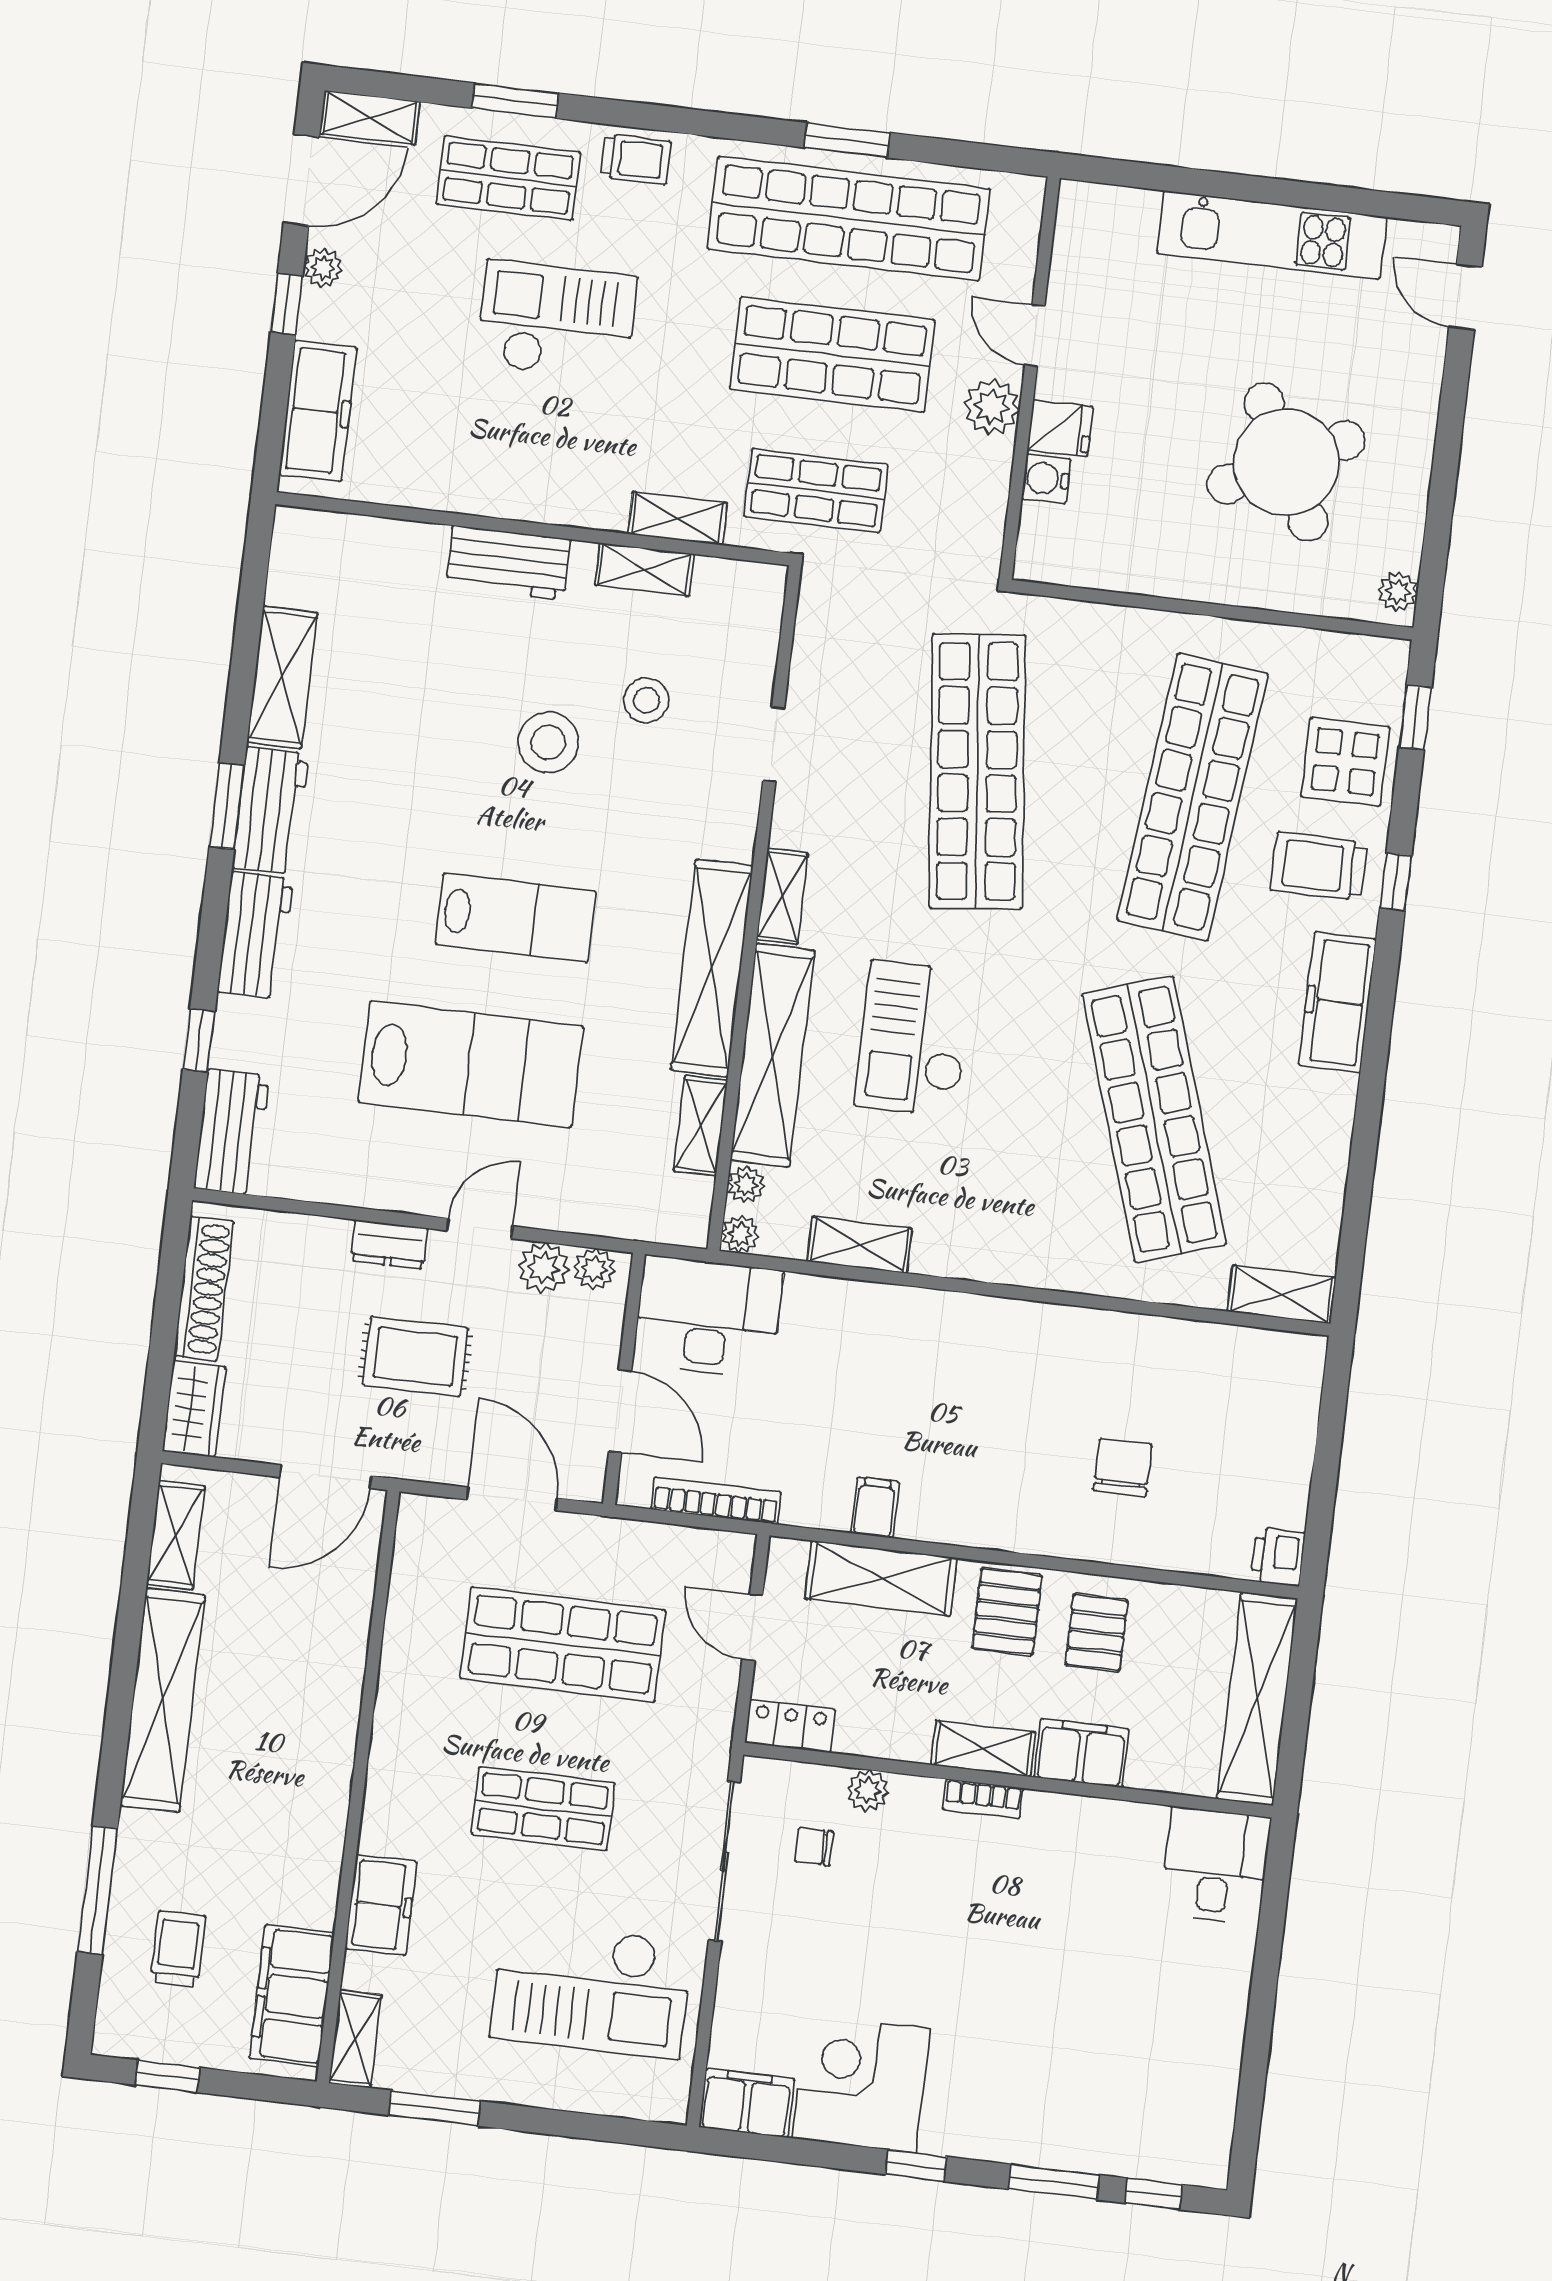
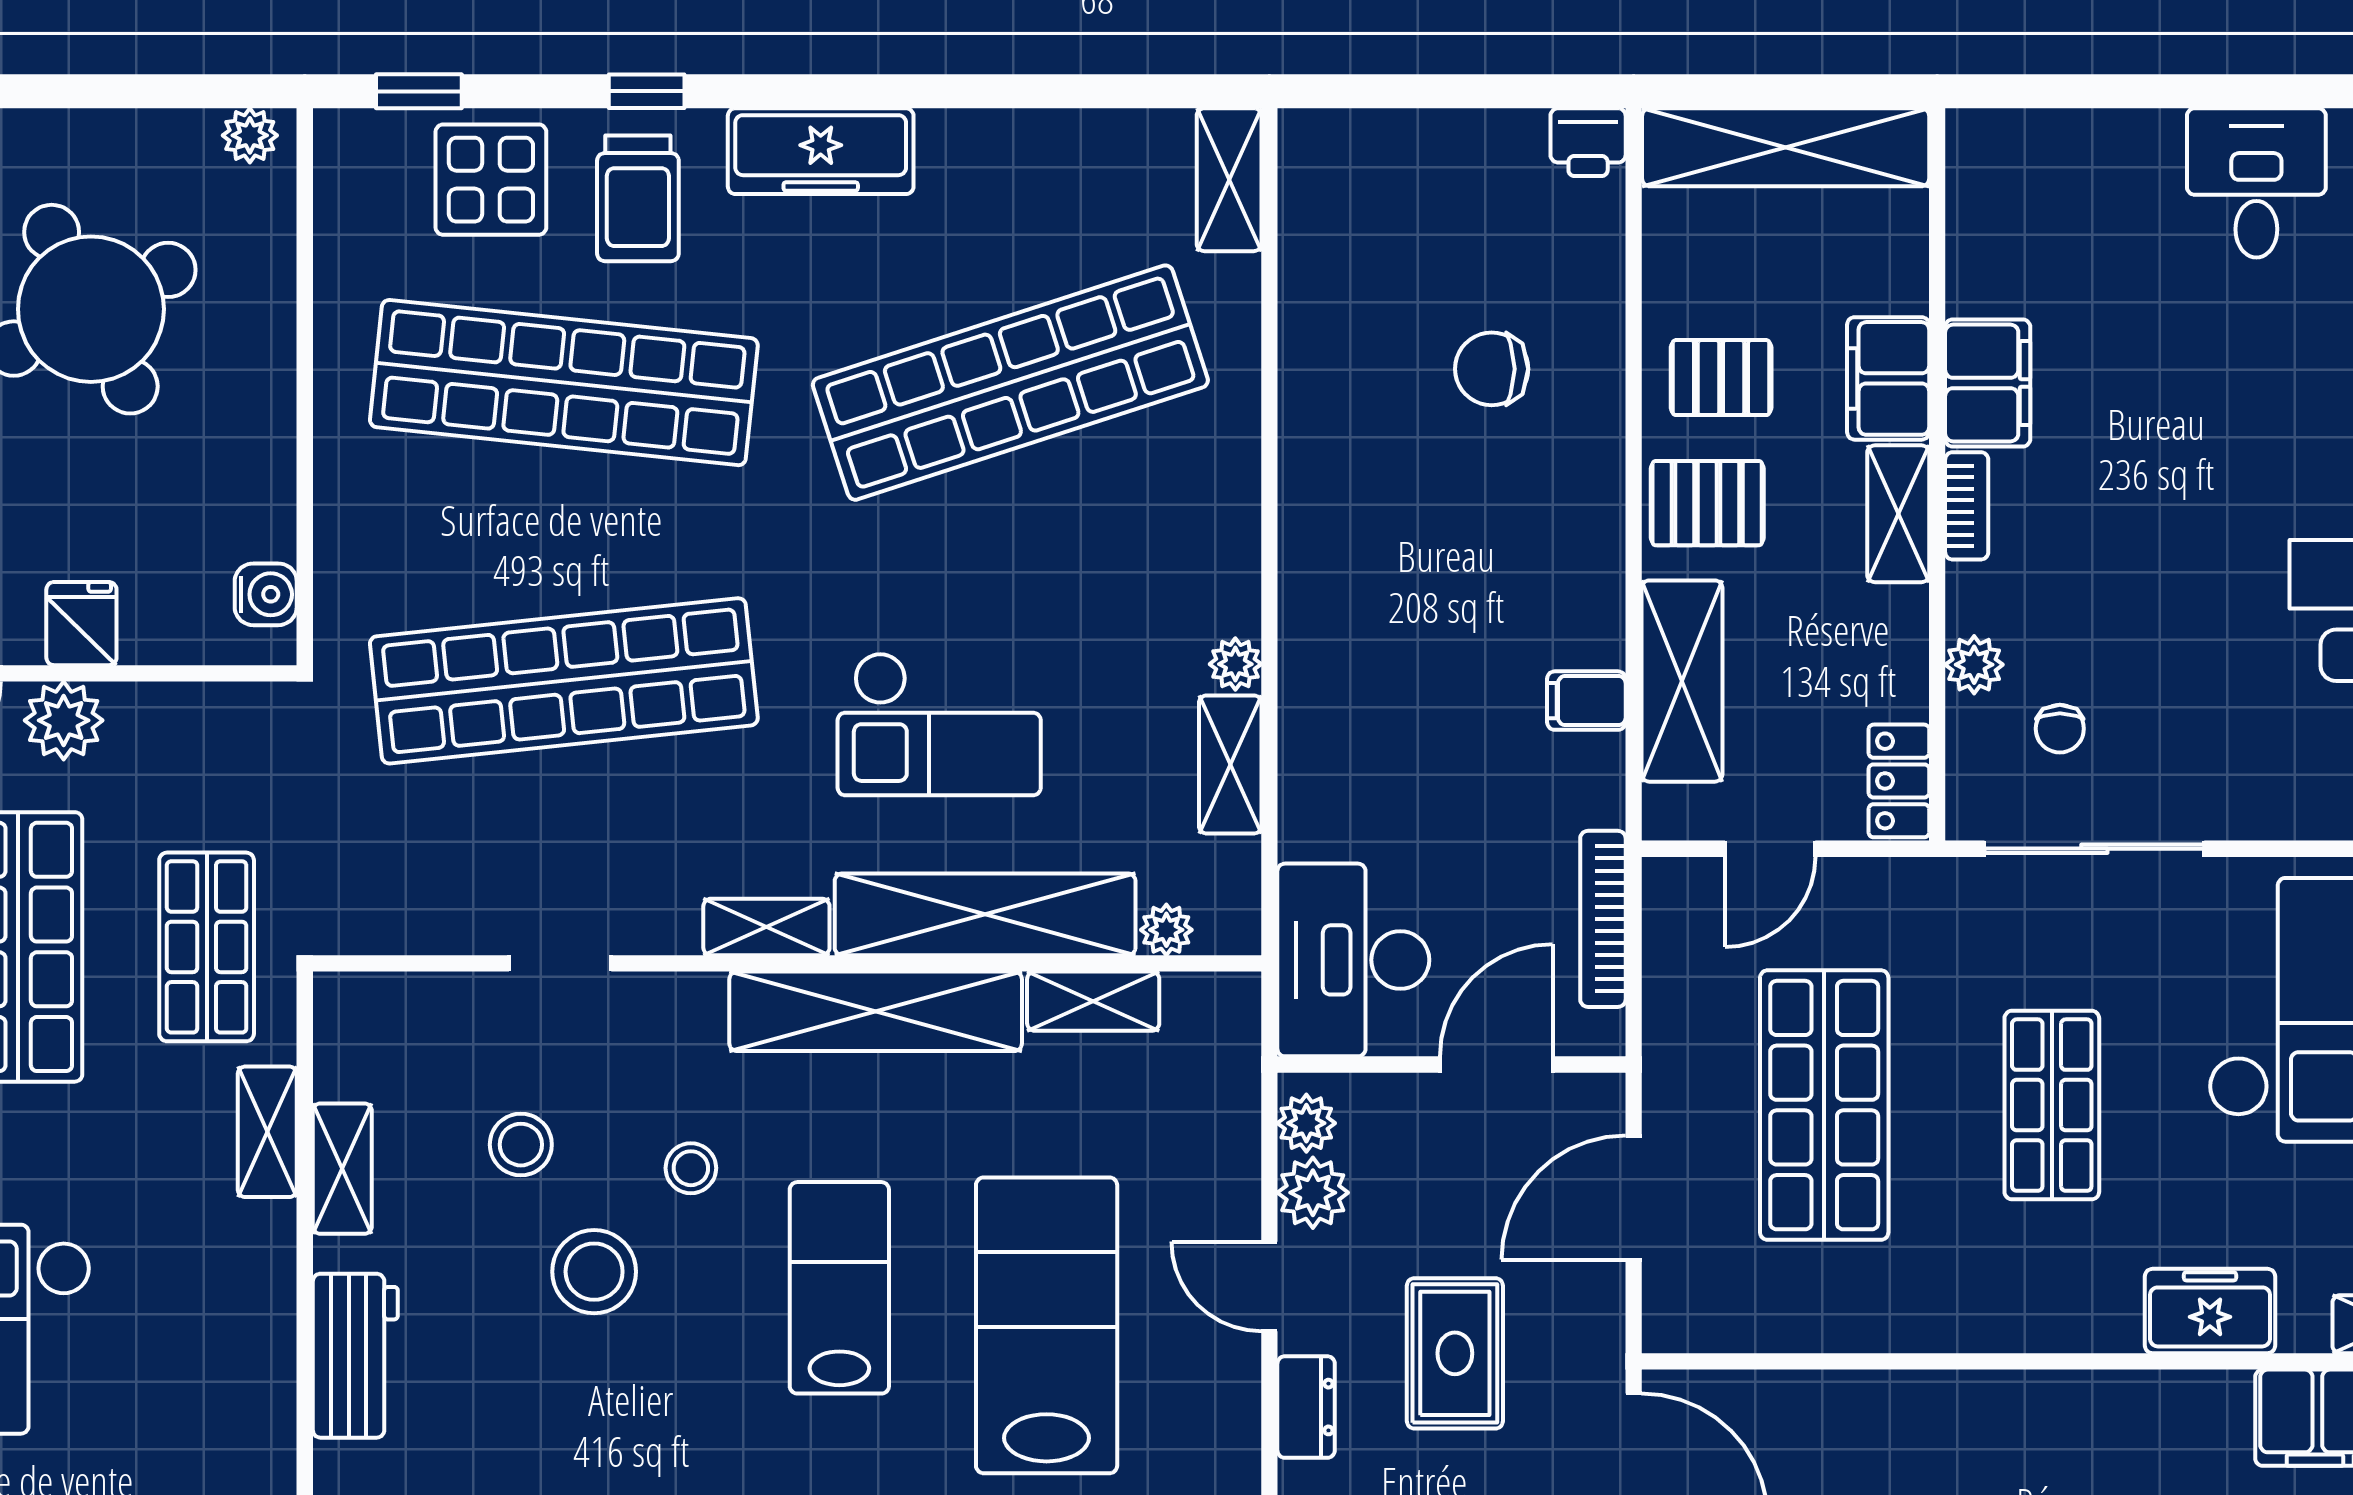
water cooler: (1046, 479) -> (266, 594), moved, turned -90
stool: (615, 821) -> (691, 1168), added
plant: (740, 1235) -> (1235, 664), moved
filing cabinet: (1070, 1824) -> (1988, 383), added
desk: (1215, 1865) -> (2256, 183), moved, turned 90

